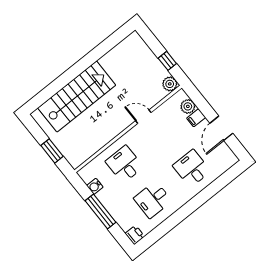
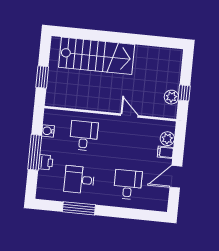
plant: (170, 84) -> (171, 97), moved
window: (173, 221) -> (79, 208), added
printer: (135, 235) -> (46, 162), moved

